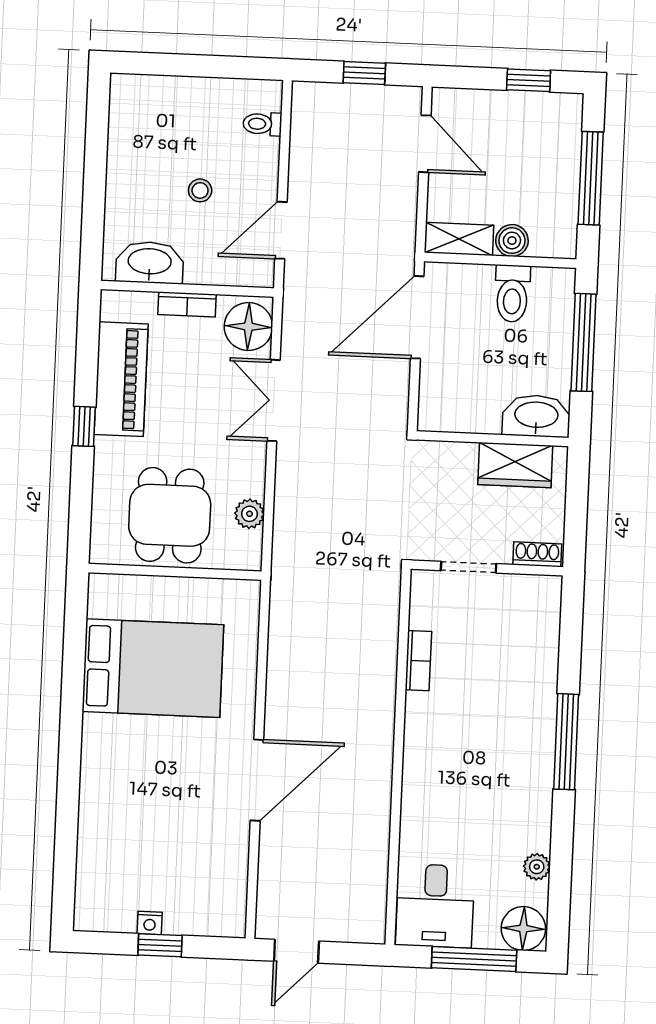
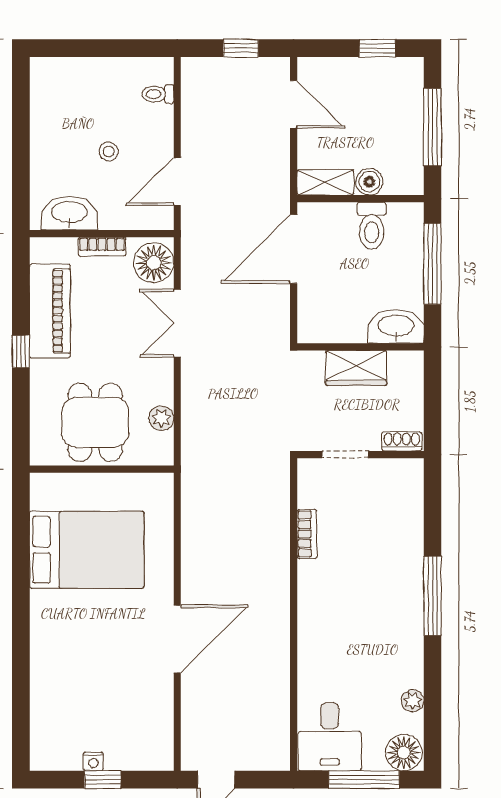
wardrobe: (515, 465) -> (356, 368), moved

